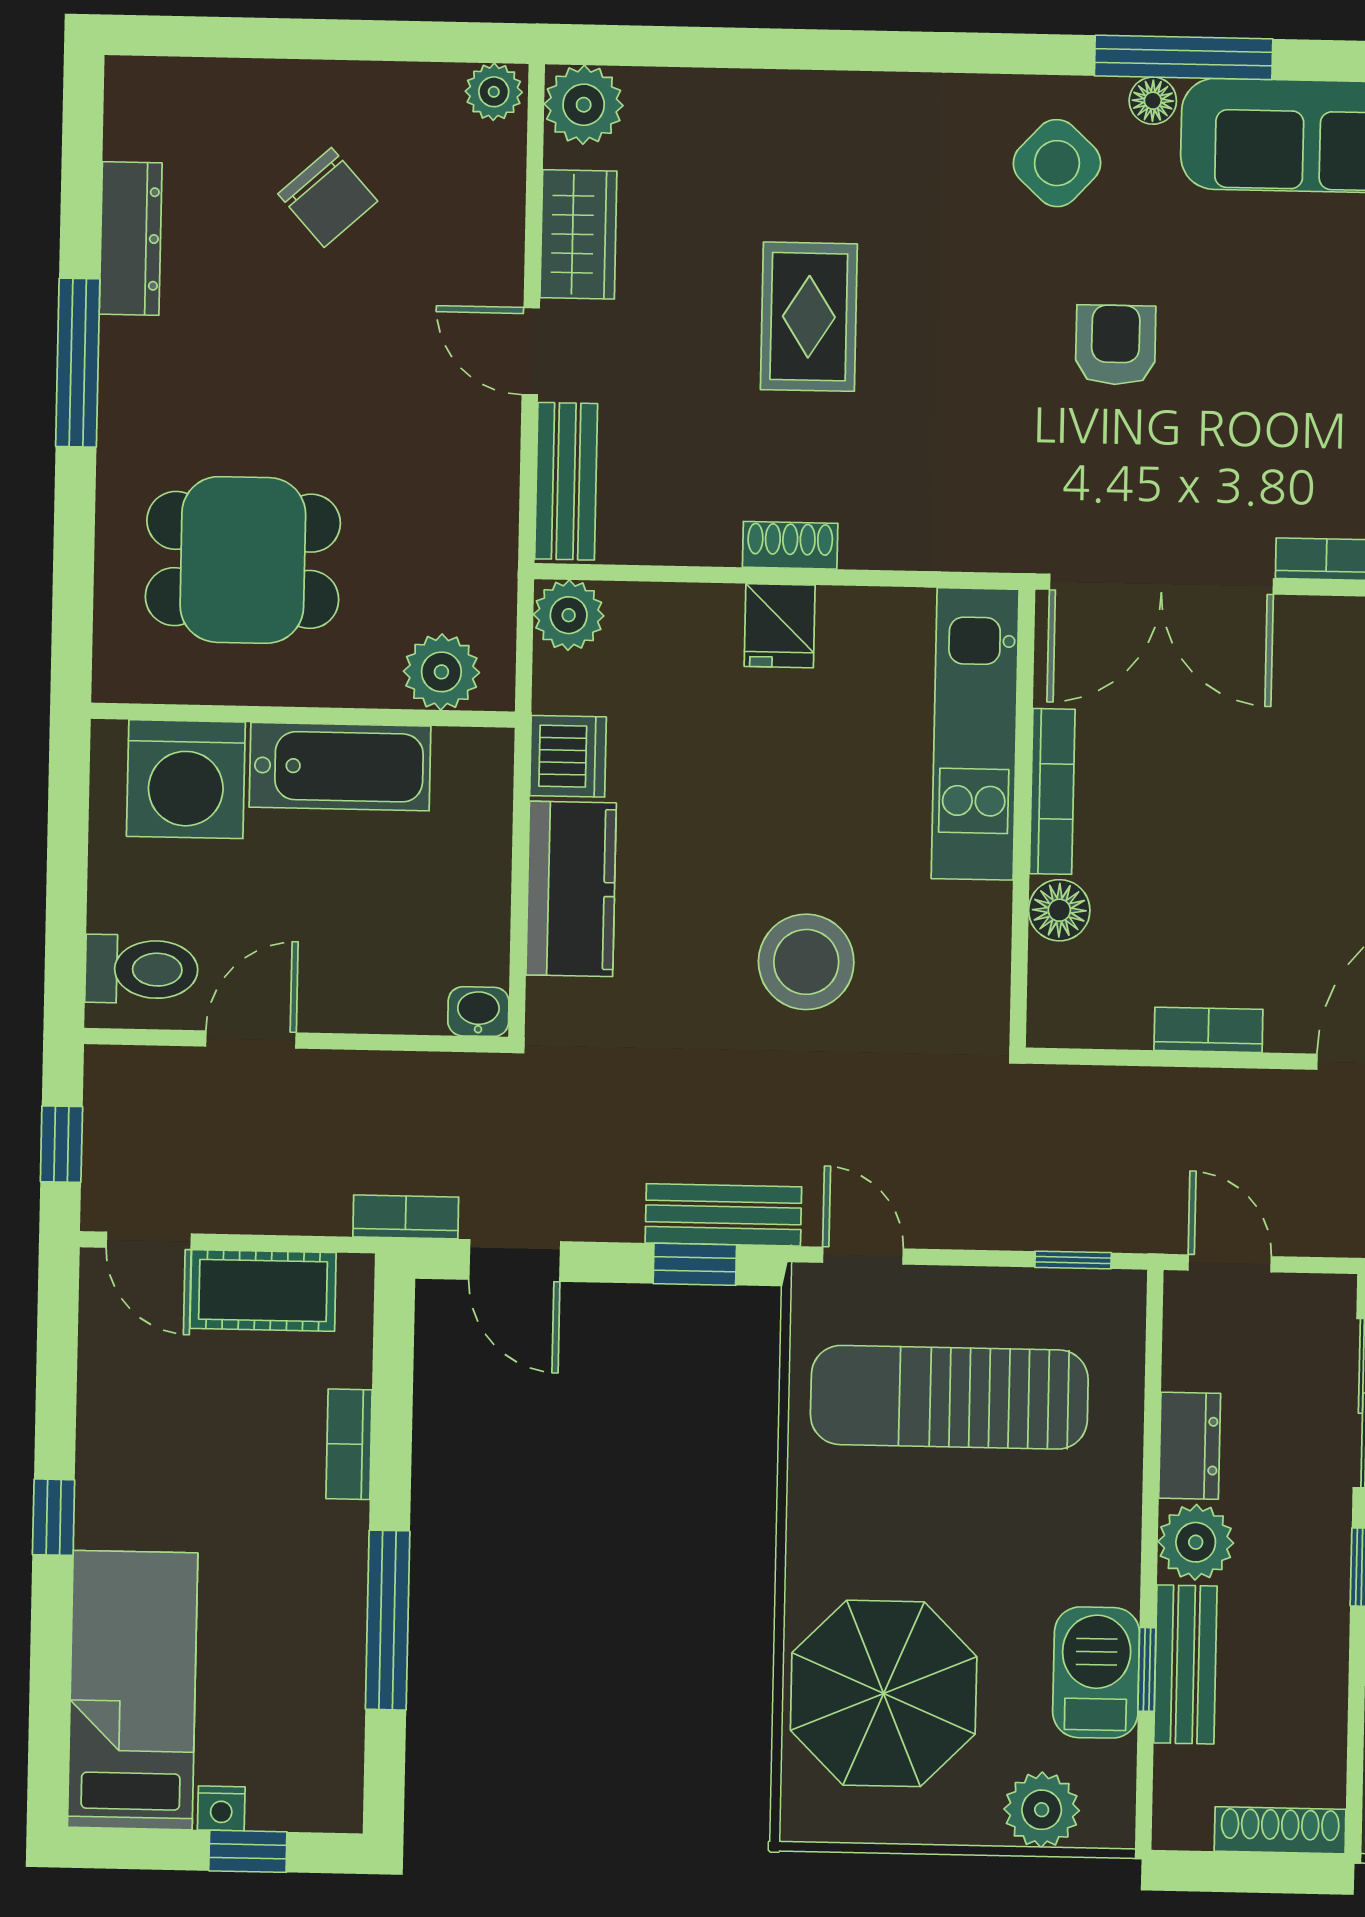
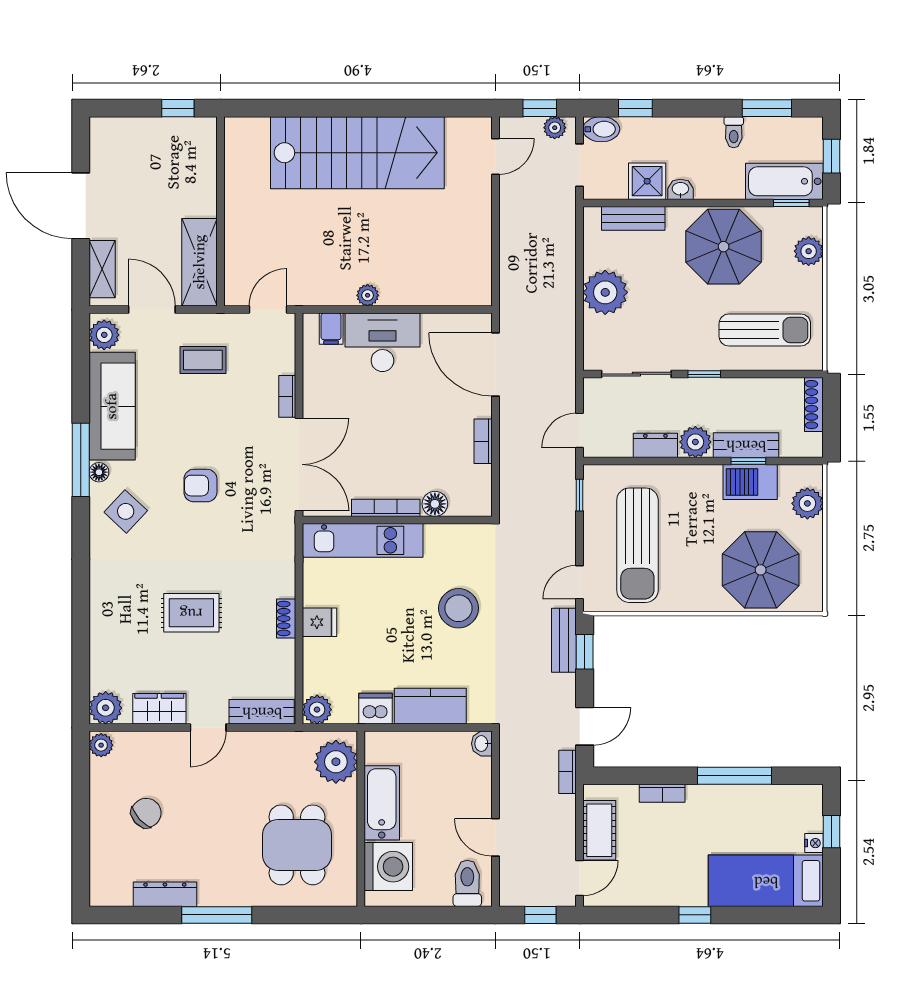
plant: (441, 672) -> (336, 762), width x1.36, depth x1.36

